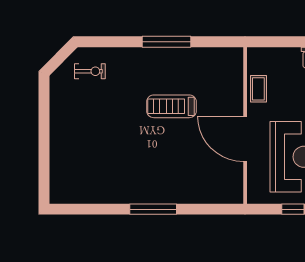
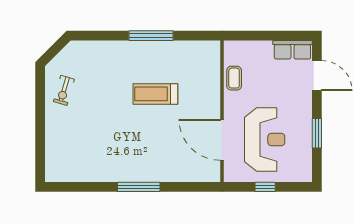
exercise bike: (90, 71) -> (64, 90), moved, turned 106
door: (245, 139) -> (222, 140), moved

